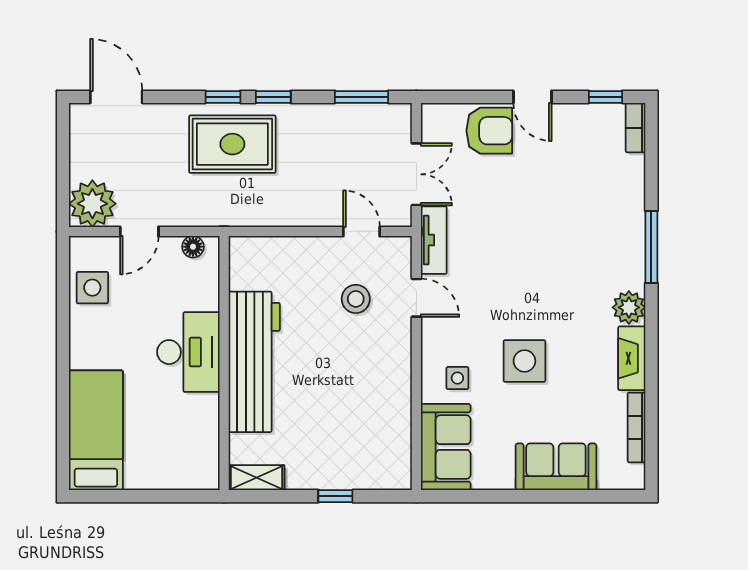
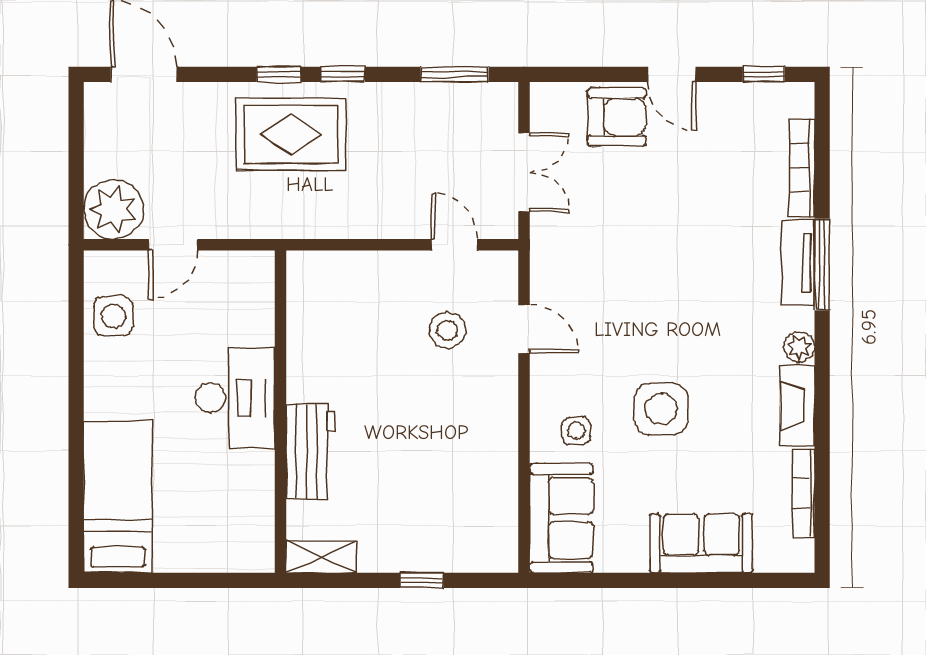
bookcase: (636, 128) -> (802, 168), moved, width x1.56
tv unit: (434, 240) -> (798, 263), moved, turned 180
floor lamp: (193, 247) -> (241, 264), removed
plant: (629, 307) -> (799, 347), width x0.73, depth x0.73
workbench: (254, 362) -> (311, 452), width x0.53, depth x0.76

